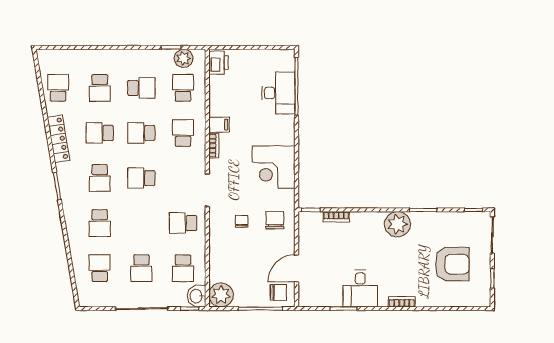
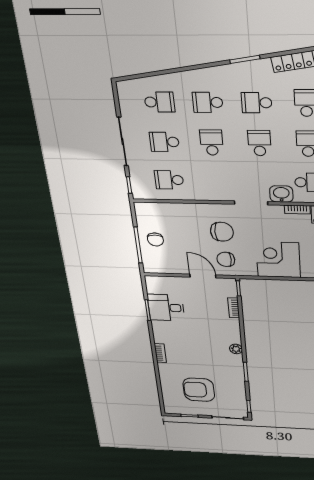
chair: (275, 220) -> (226, 259), turned 180
chair: (242, 221) -> (222, 232), width x1.87, depth x1.87
school desk: (183, 223) -> (212, 142), moved
plant: (397, 224) -> (236, 349), width x0.53, depth x0.53
armchair: (452, 264) -> (199, 390), turned 90
door: (296, 268) -> (203, 276), moved
desk: (360, 288) -> (166, 308), moved
chair: (278, 292) -> (155, 239), moved
plant: (221, 295) -> (147, 213), removed
washbasin: (197, 296) -> (281, 194), moved

